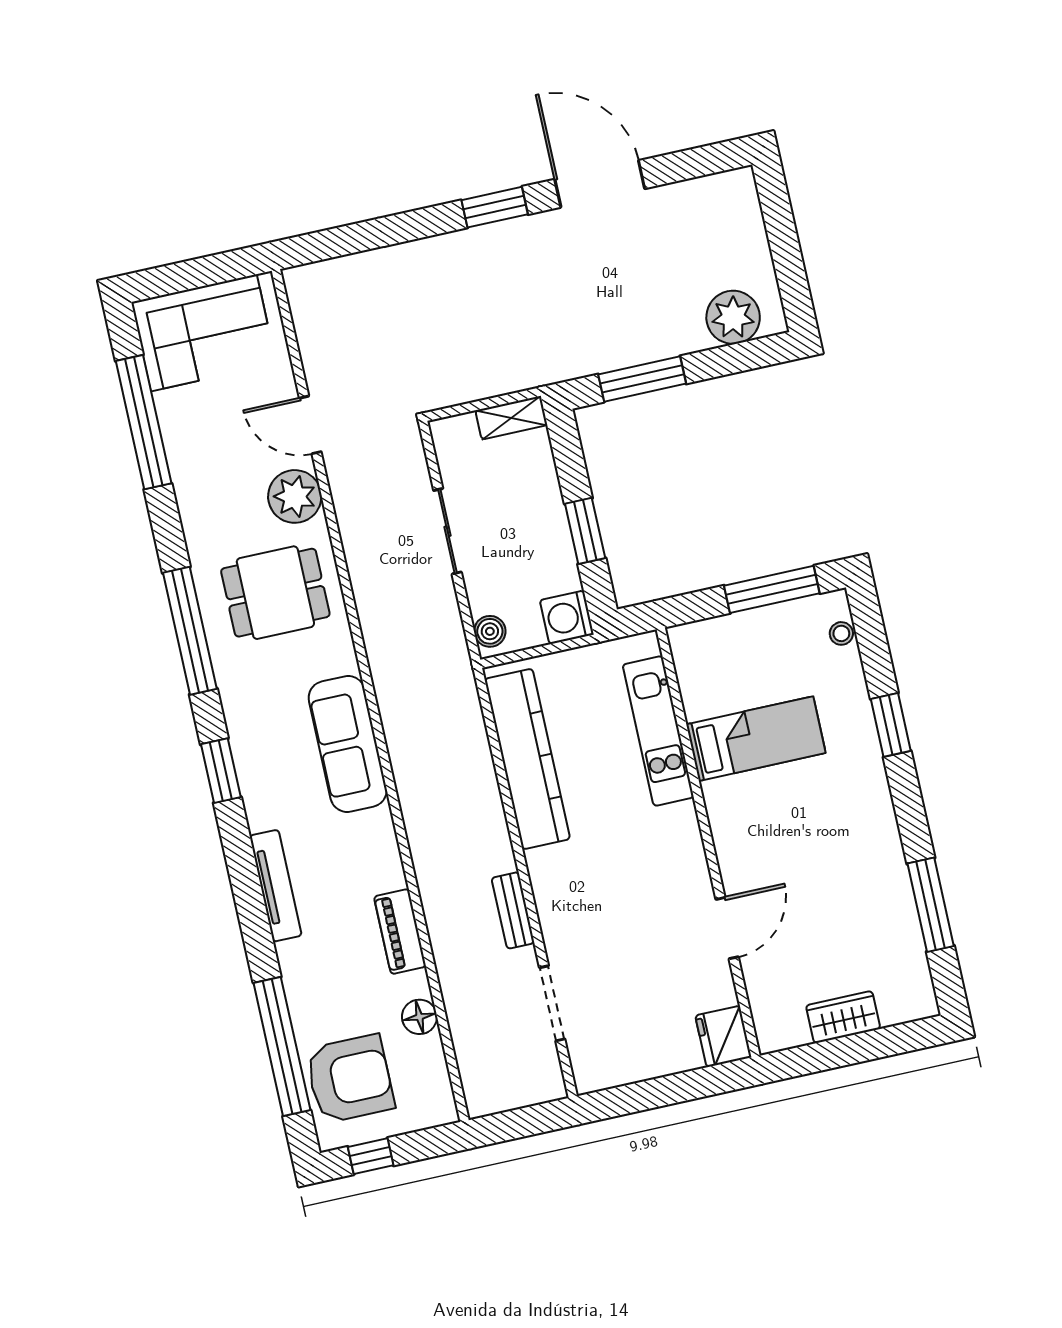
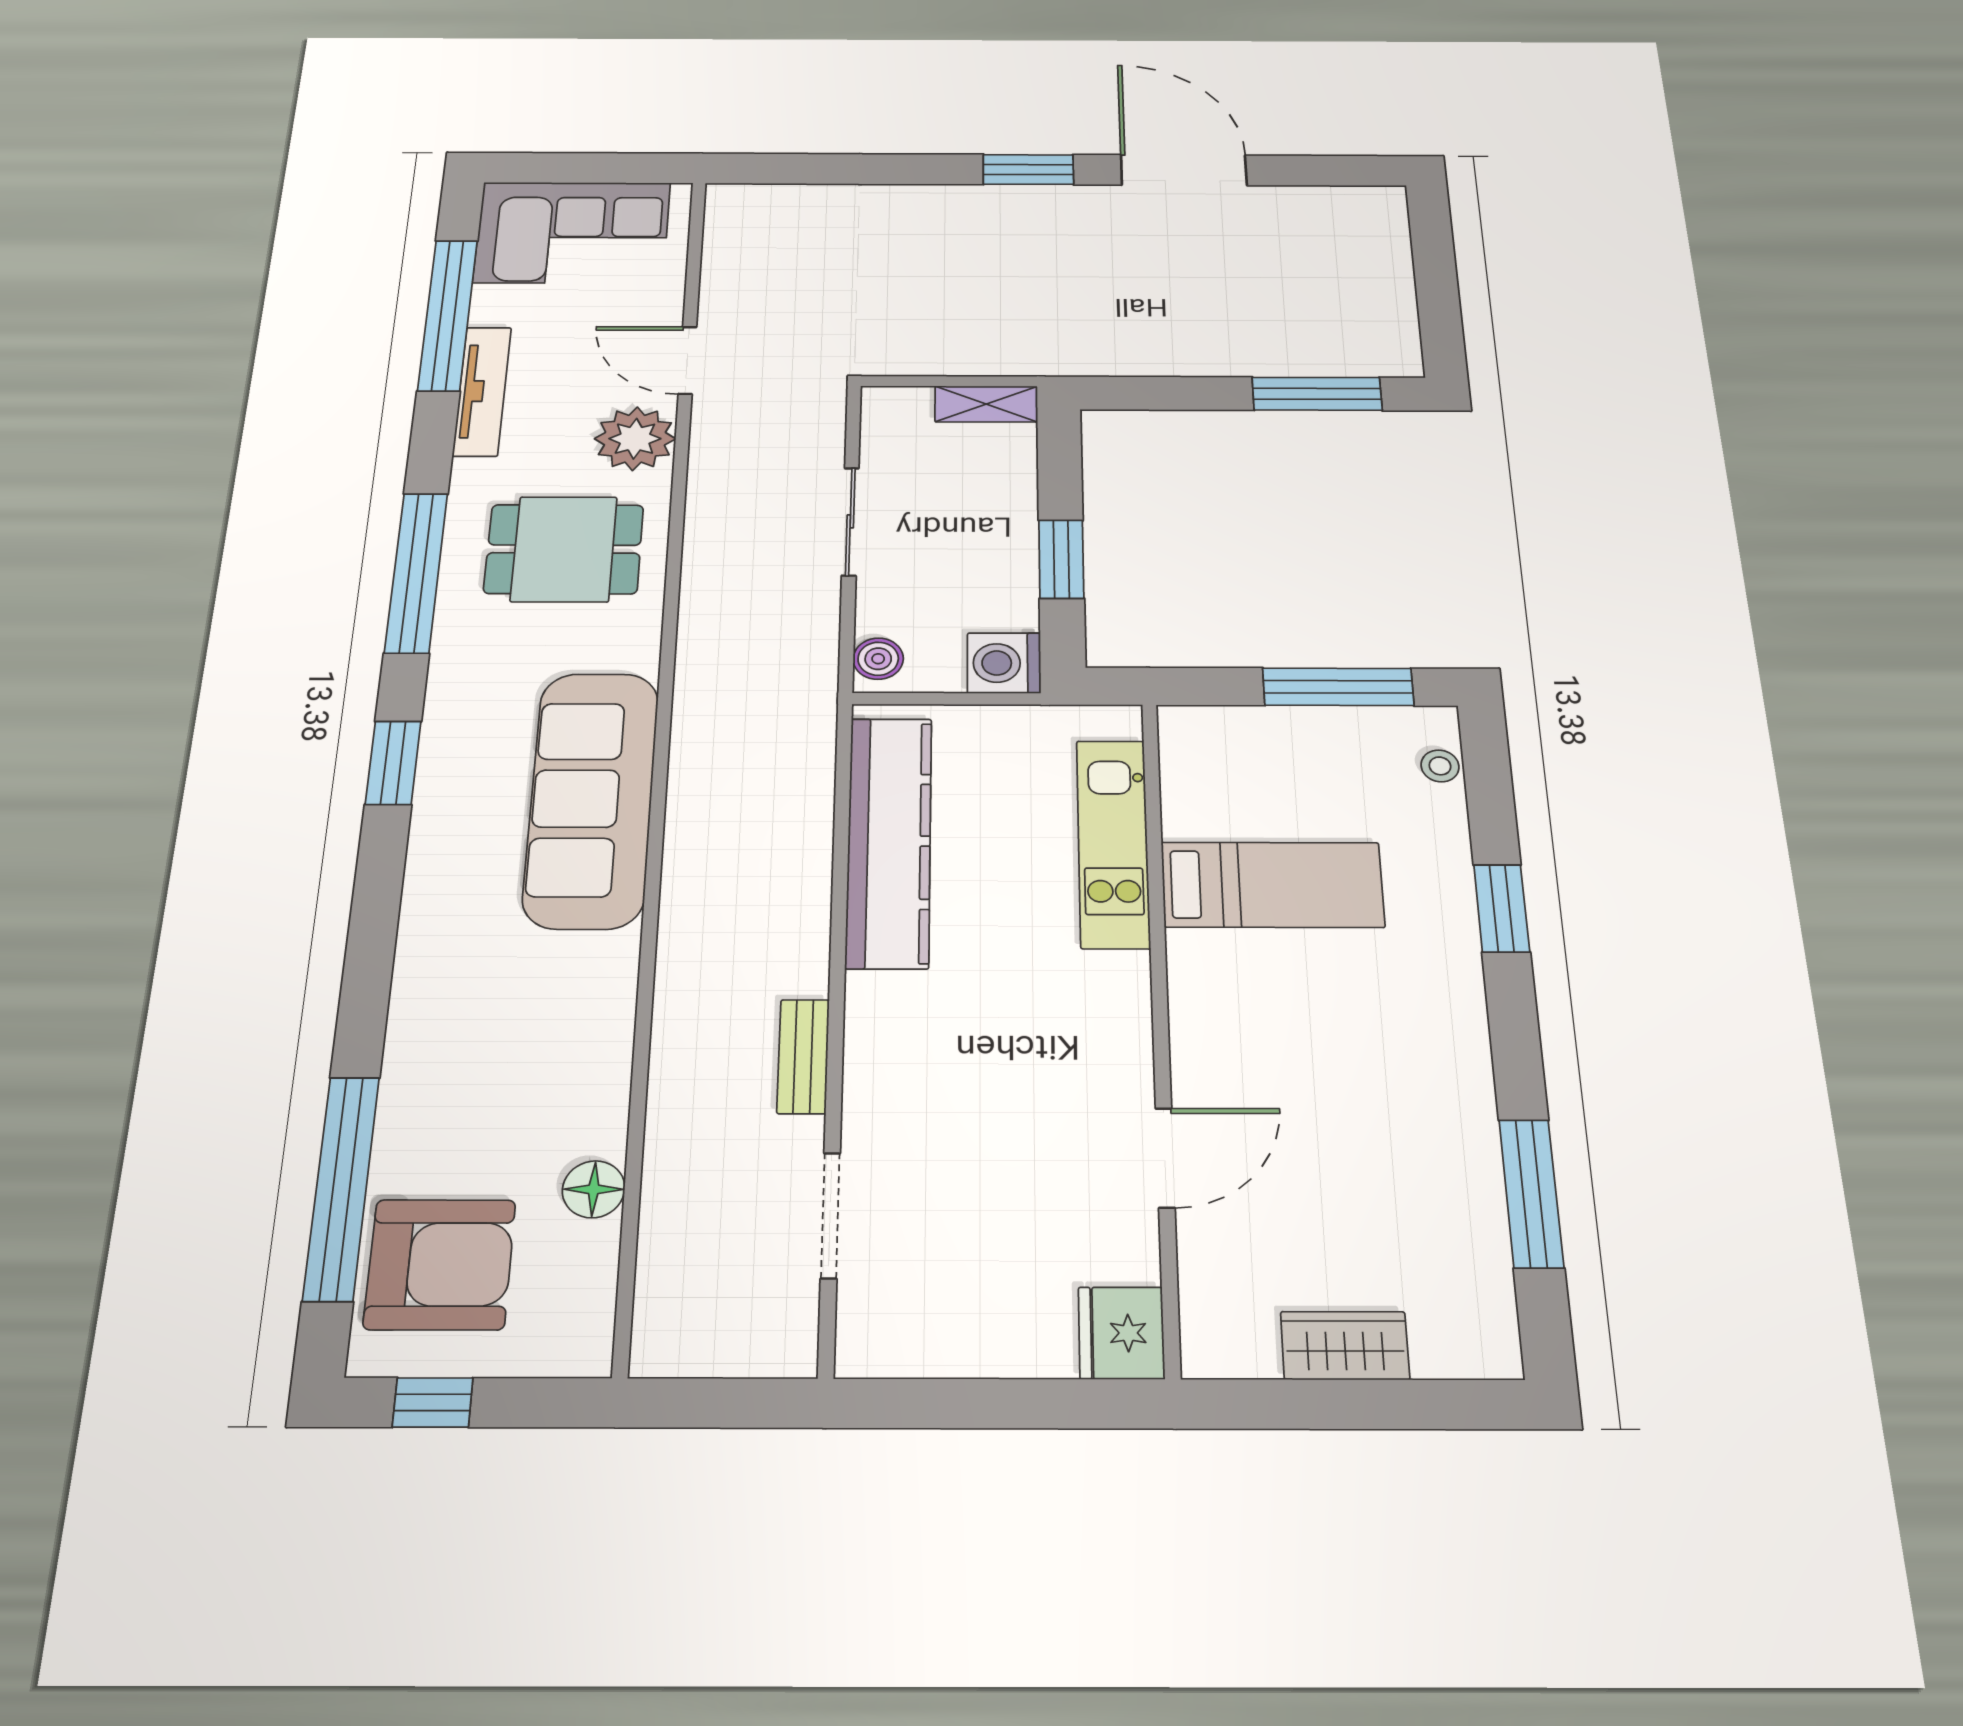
plant: (733, 317) -> (1344, 347), removed
window: (642, 379) -> (1317, 394), moved
sofa: (348, 744) -> (591, 799), width x1.36, depth x1.27
tv unit: (276, 886) -> (482, 391), moved
piano: (400, 932) -> (603, 1050), removed

